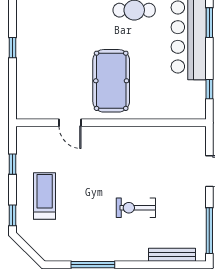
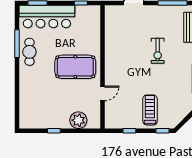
plant: (29, 86) -> (78, 120), added
treadmill: (45, 196) -> (150, 110), turned 90

